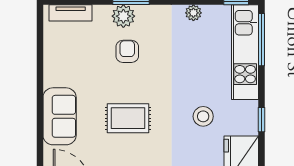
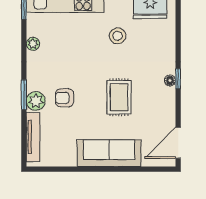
tv unit: (71, 13) -> (33, 137), width x1.41
sofa: (60, 116) -> (109, 153), width x1.36

